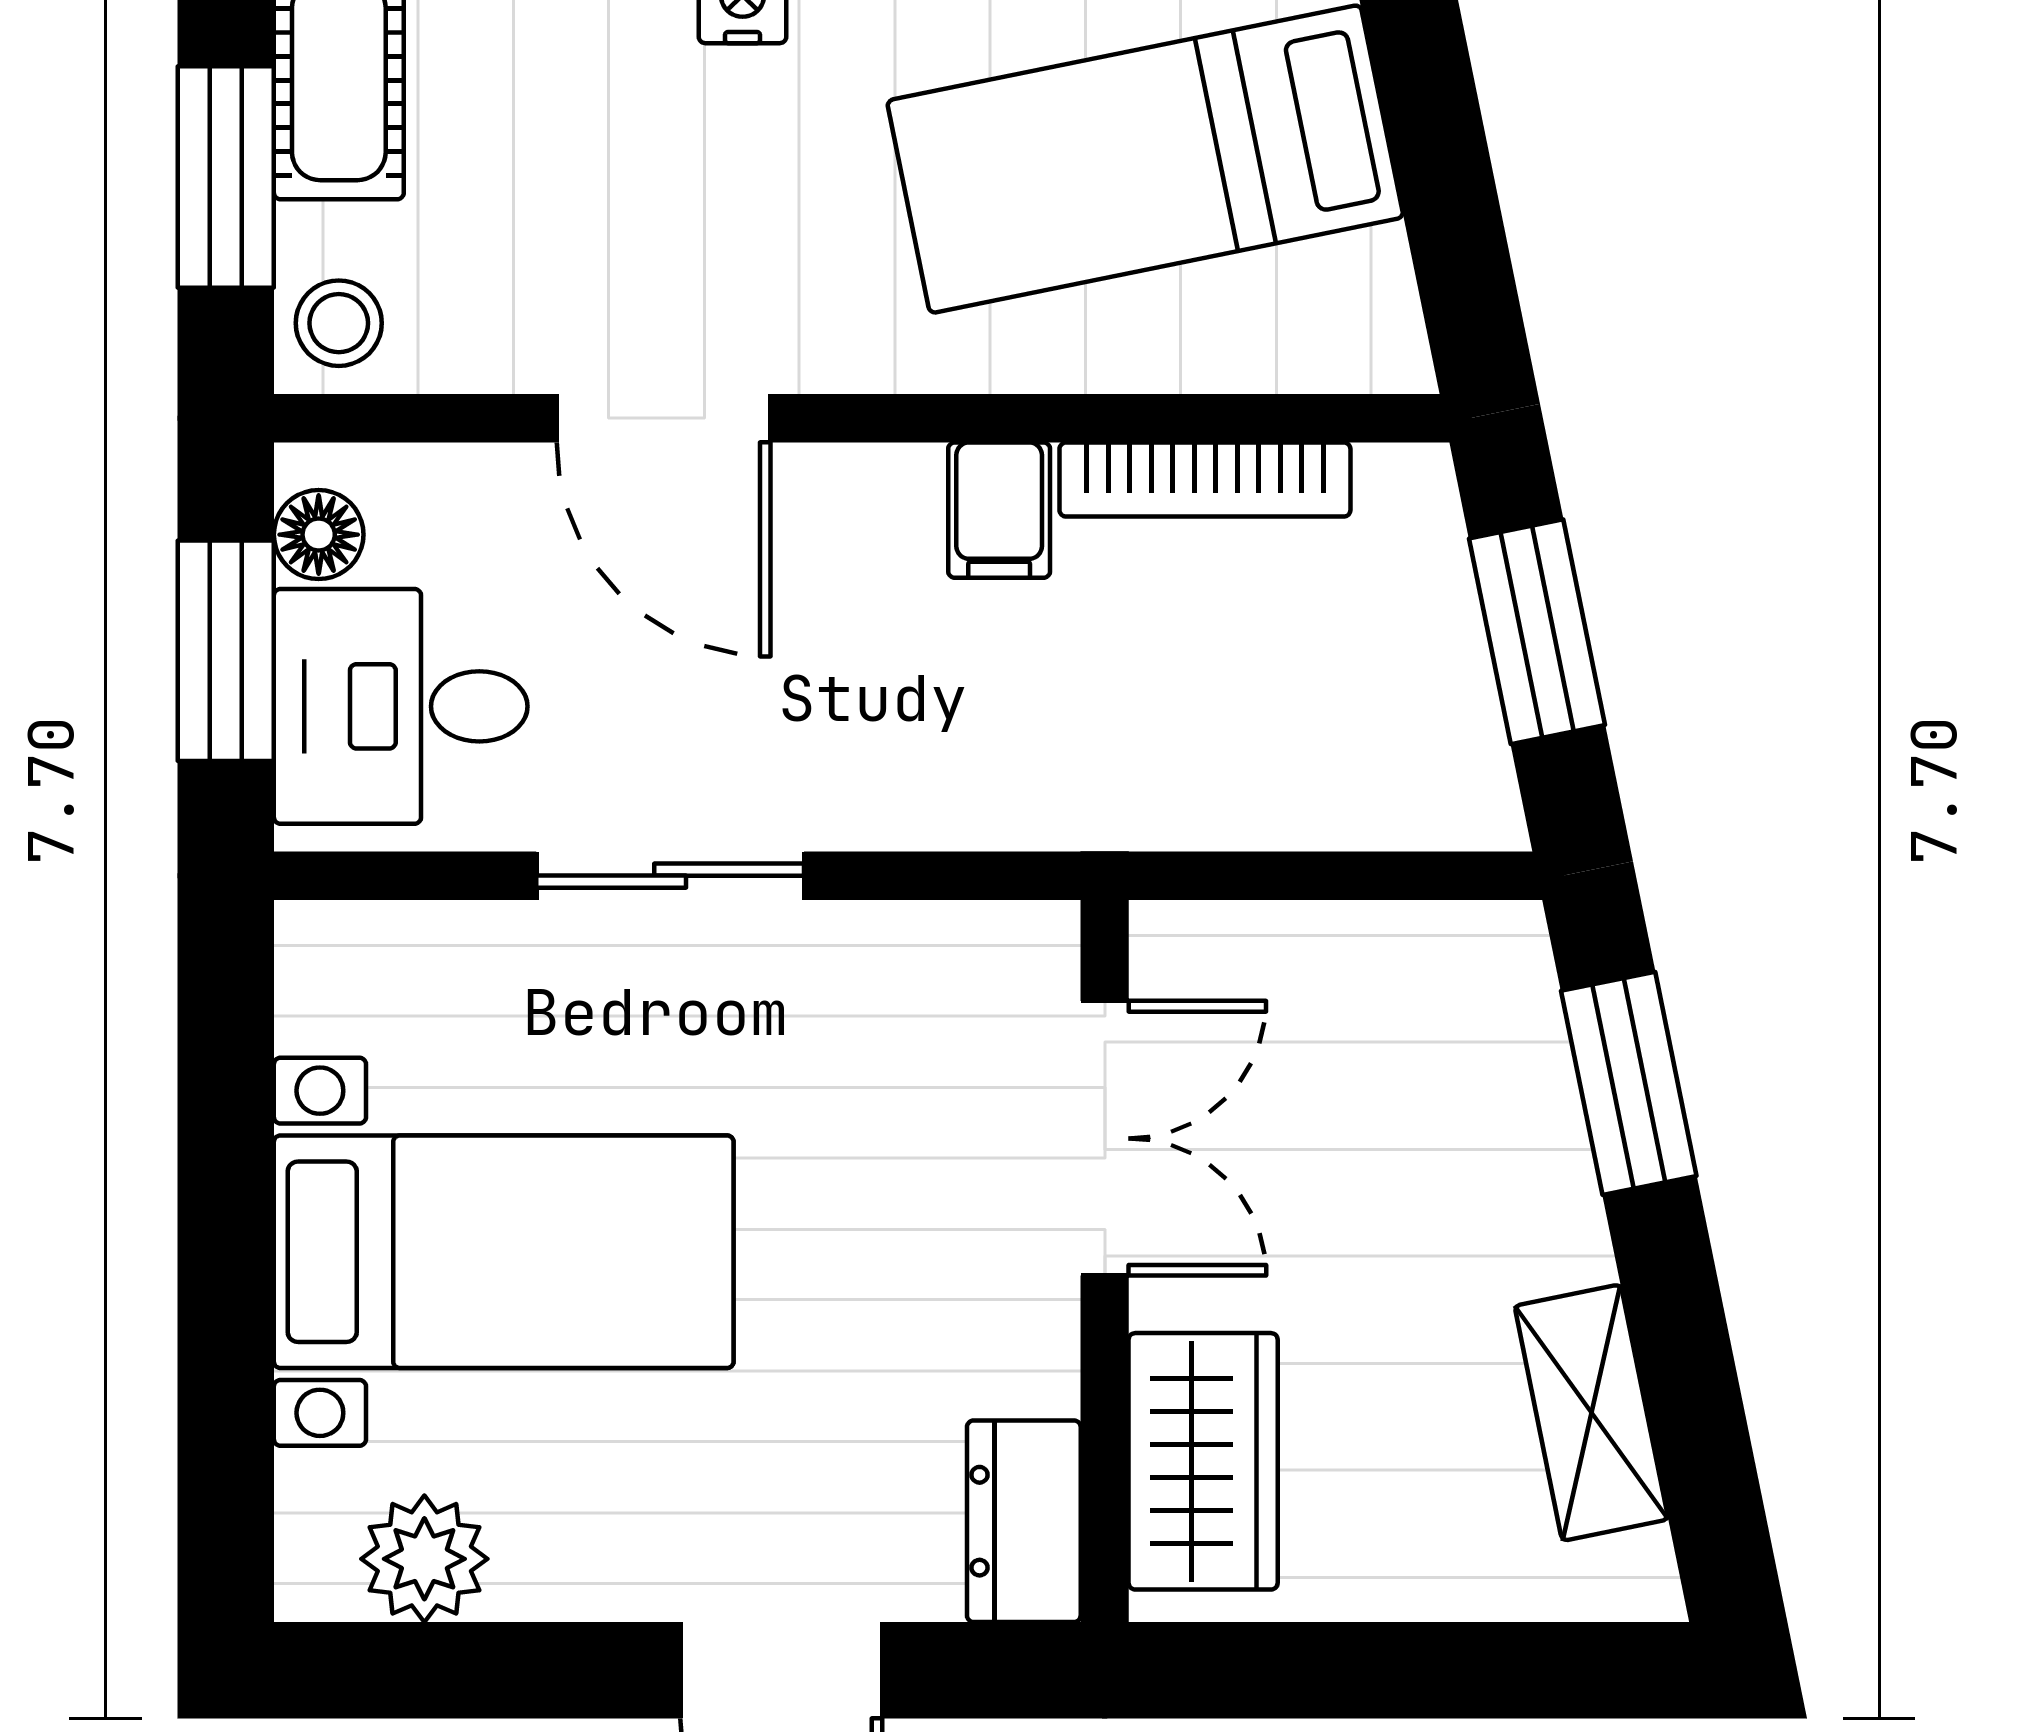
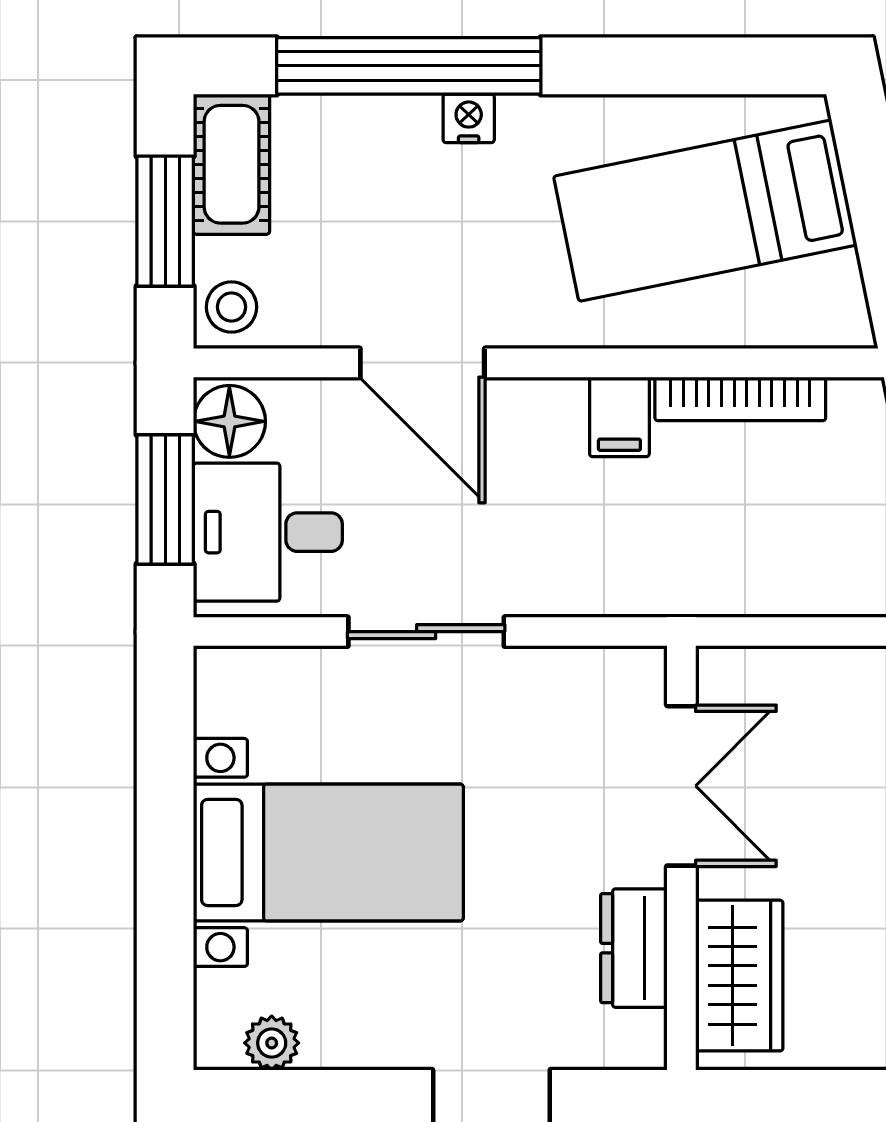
floor lamp: (319, 535) -> (229, 421), width x1.37, depth x1.37
dresser: (1024, 1521) -> (634, 948), moved
plant: (424, 1559) -> (272, 1043), width x0.73, depth x0.73

